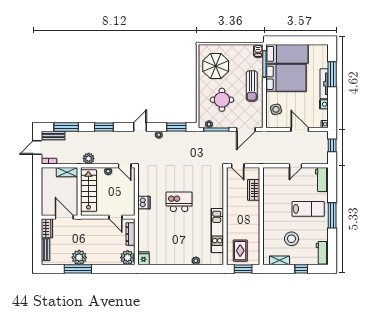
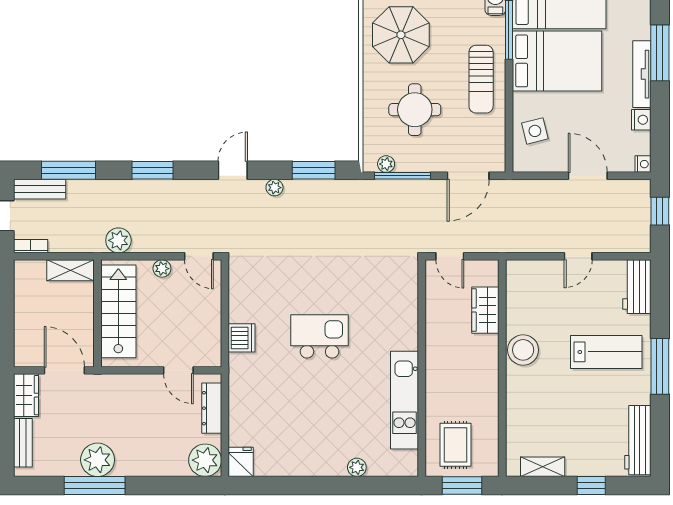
stool: (291, 239) -> (523, 350), moved
workbench: (322, 253) -> (638, 440), width x1.38

